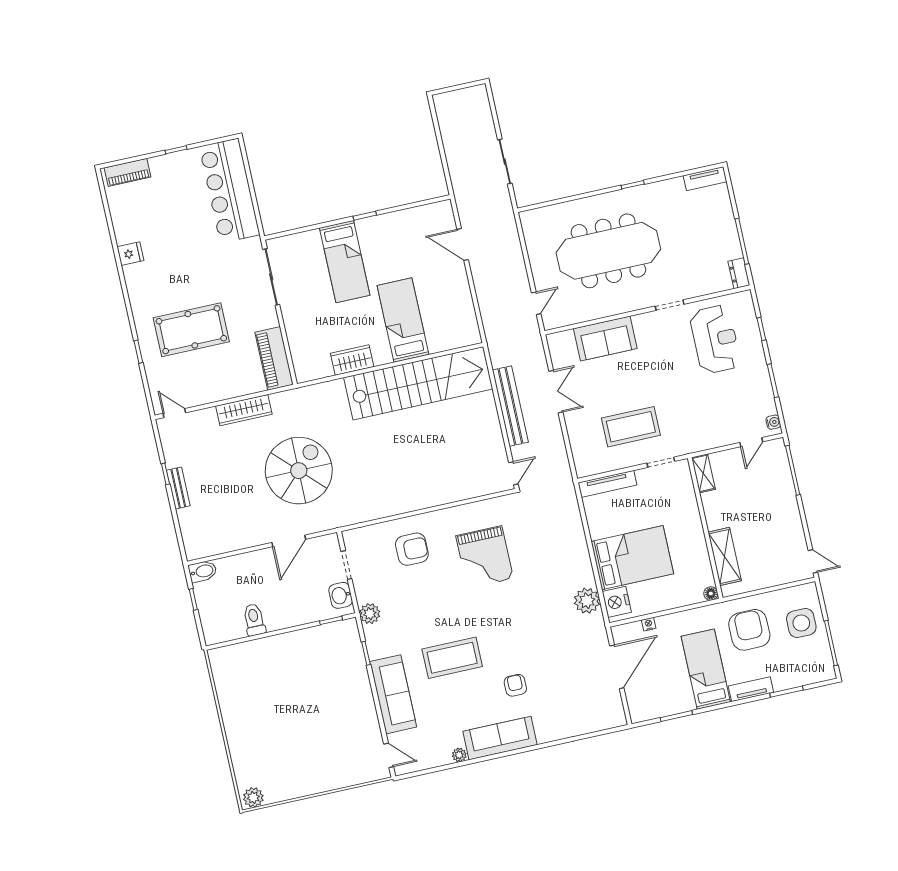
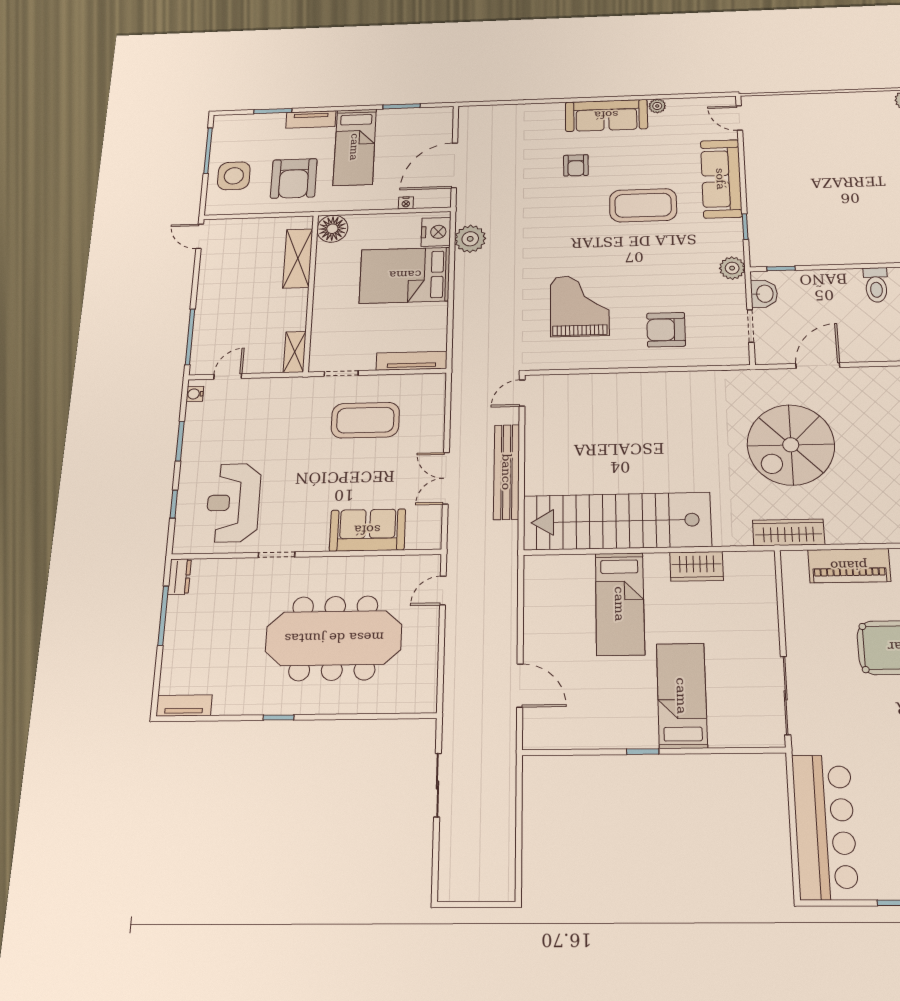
piano: (274, 358) -> (849, 566), moved, turned 90
wardrobe: (244, 410) -> (788, 532), moved
floor lamp: (711, 594) -> (332, 229), width x1.89, depth x1.89

